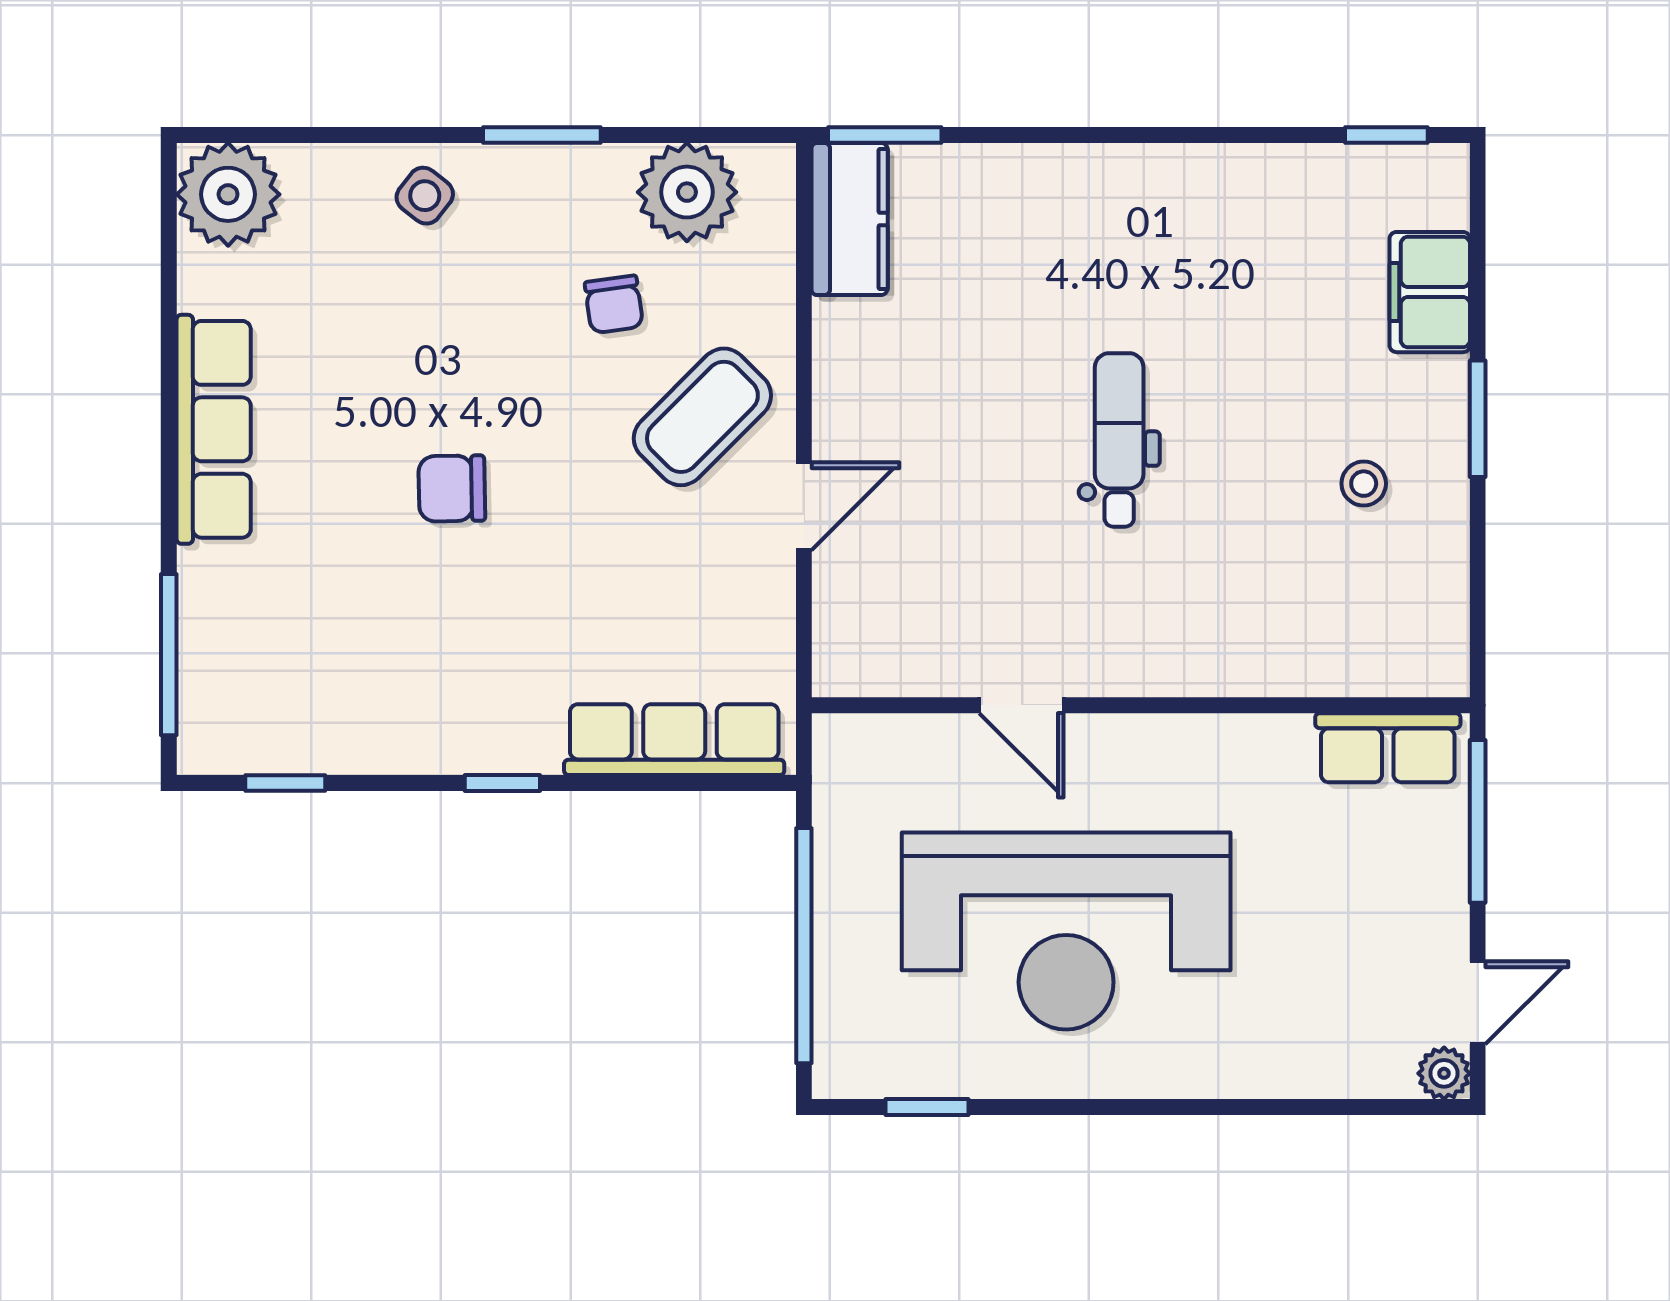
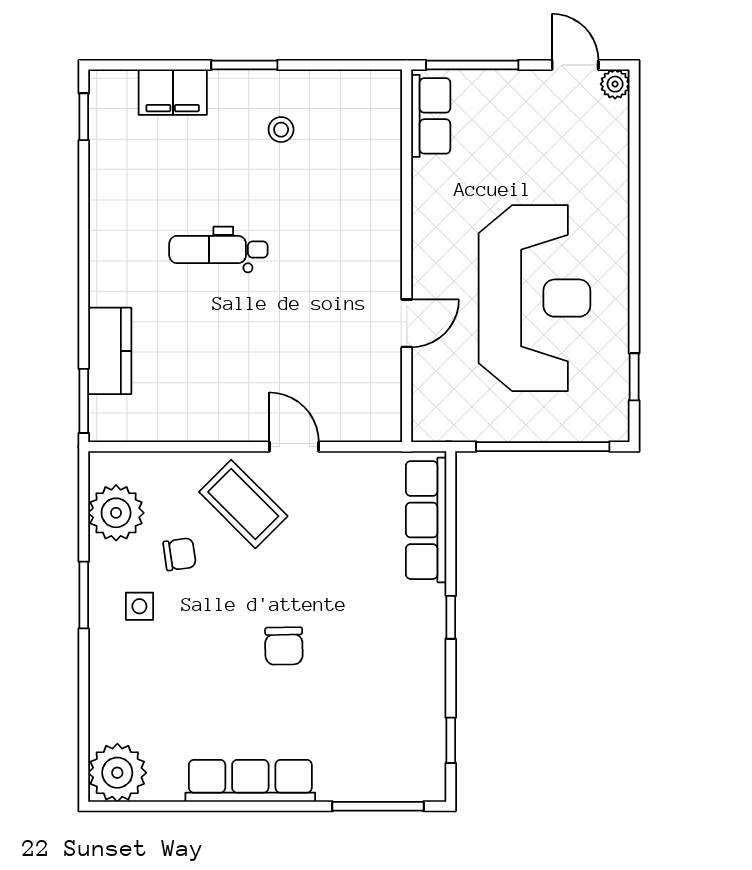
side table: (425, 196) -> (139, 606), moved, turned -38
kitchen counter: (850, 219) -> (110, 351), moved, turned 90
dental chair: (1119, 440) -> (218, 250), moved

